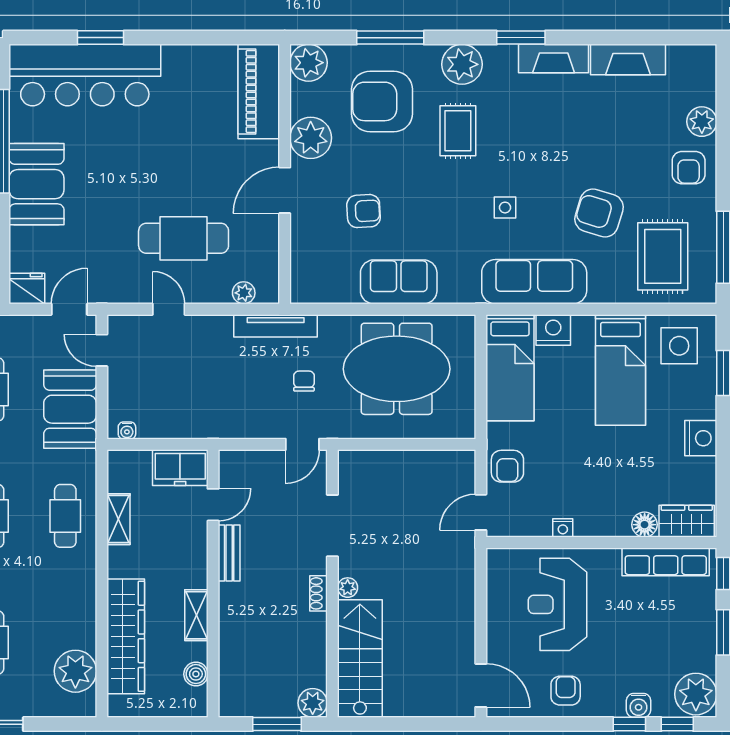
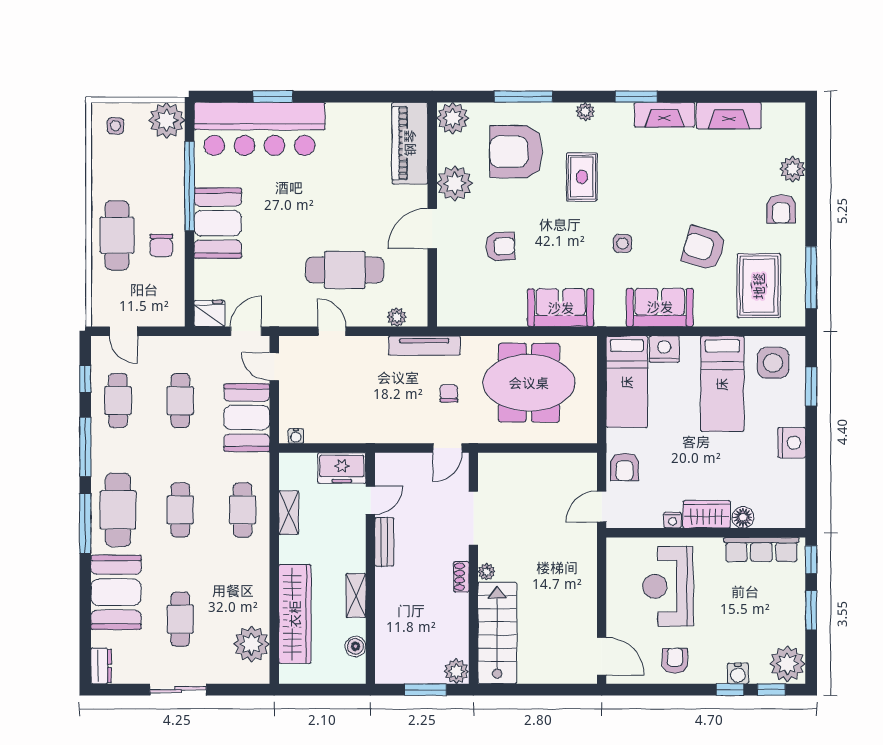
plant: (462, 64) -> (585, 112), width x0.53, depth x0.53
sofa: (399, 282) -> (561, 308), moved
sofa: (534, 282) -> (660, 307), width x0.73
wardrobe: (687, 521) -> (707, 514), moved

